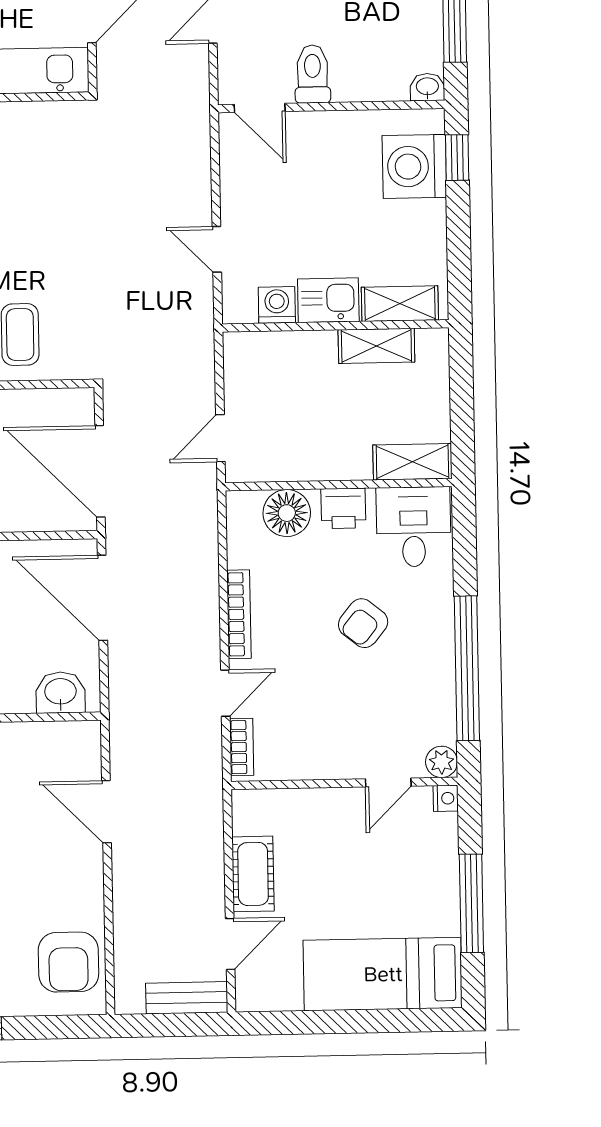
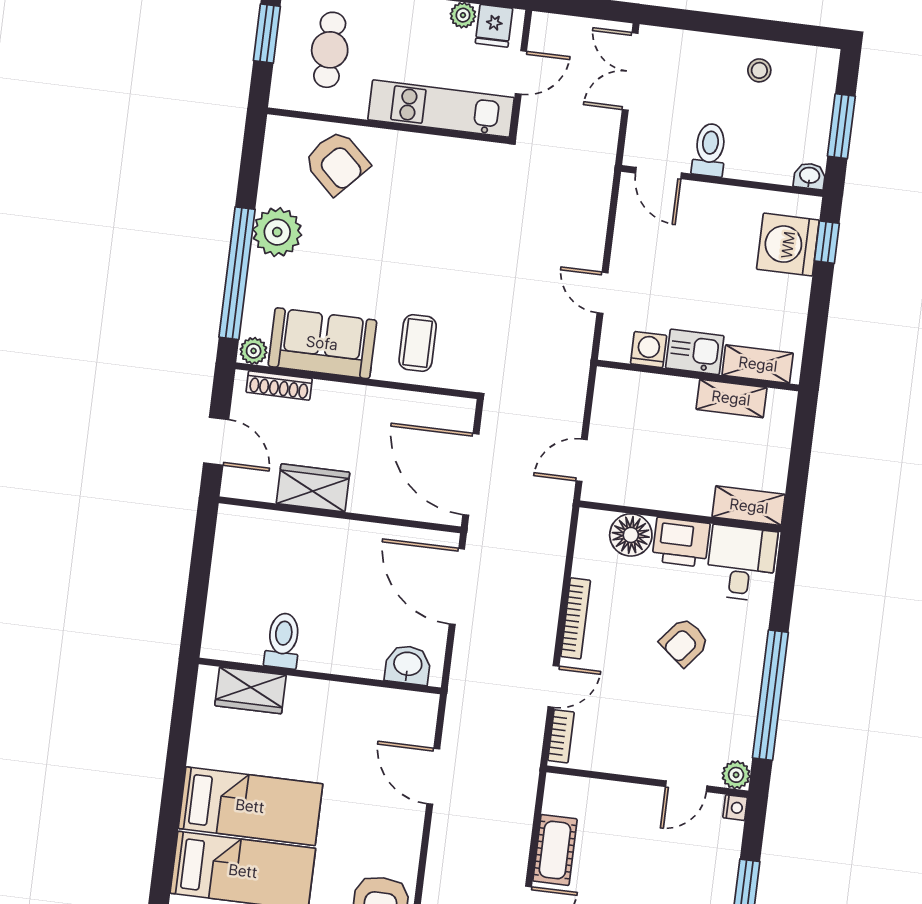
printer: (343, 508) -> (681, 542), width x1.36, depth x1.24

